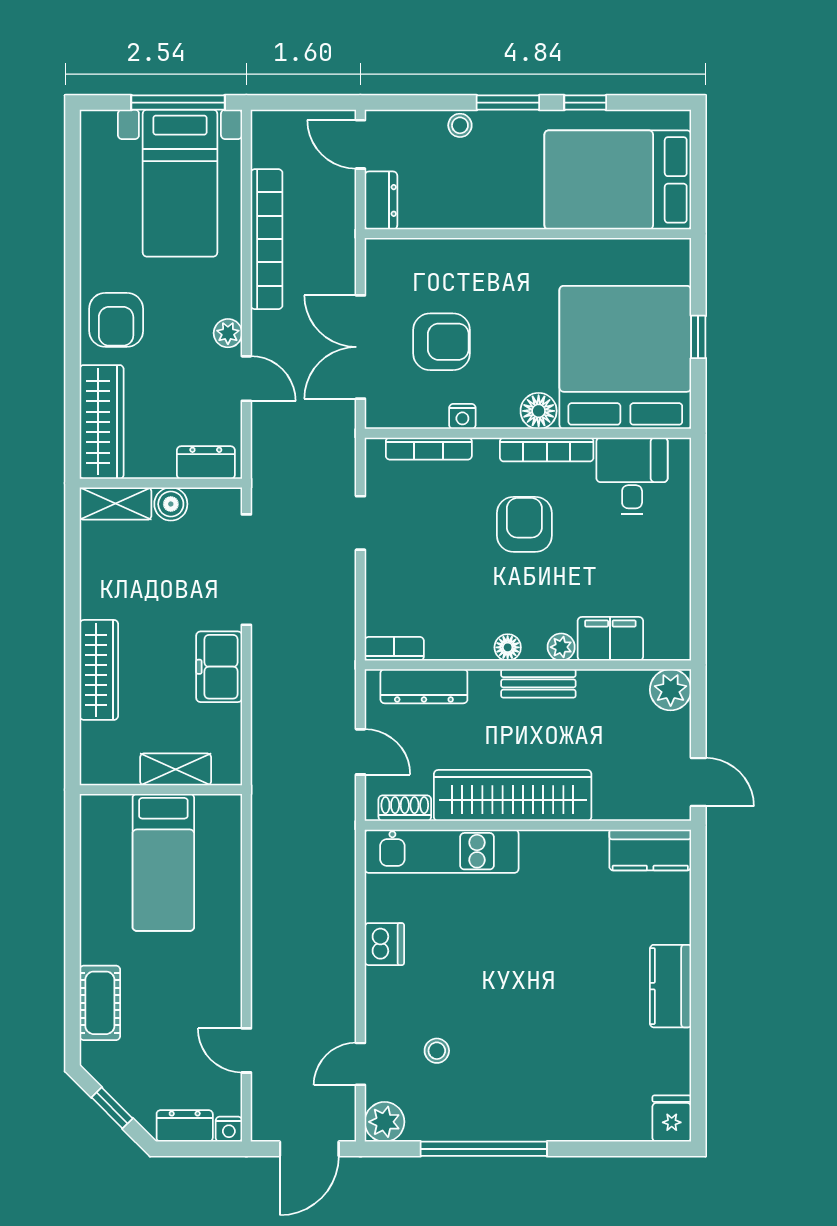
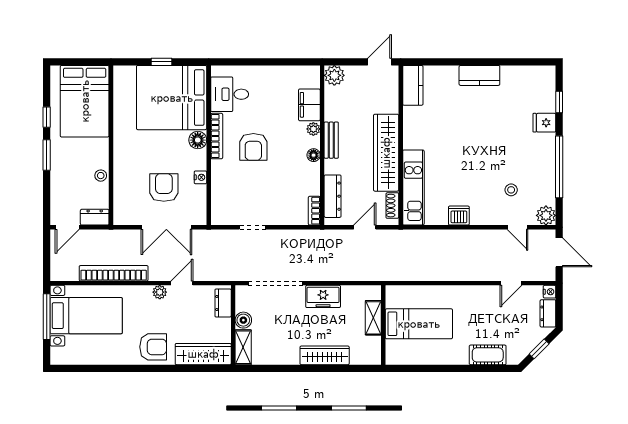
stool: (460, 125) -> (101, 176), moved
bookcase: (429, 449) -> (216, 194), removed
armchair: (524, 524) -> (253, 147), turned -90
fridge: (672, 1119) -> (544, 123), moved
window: (616, 1149) -> (559, 102), added

